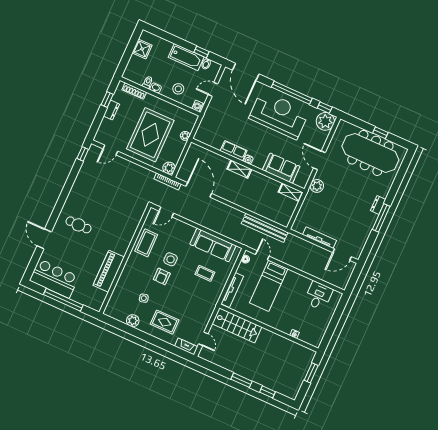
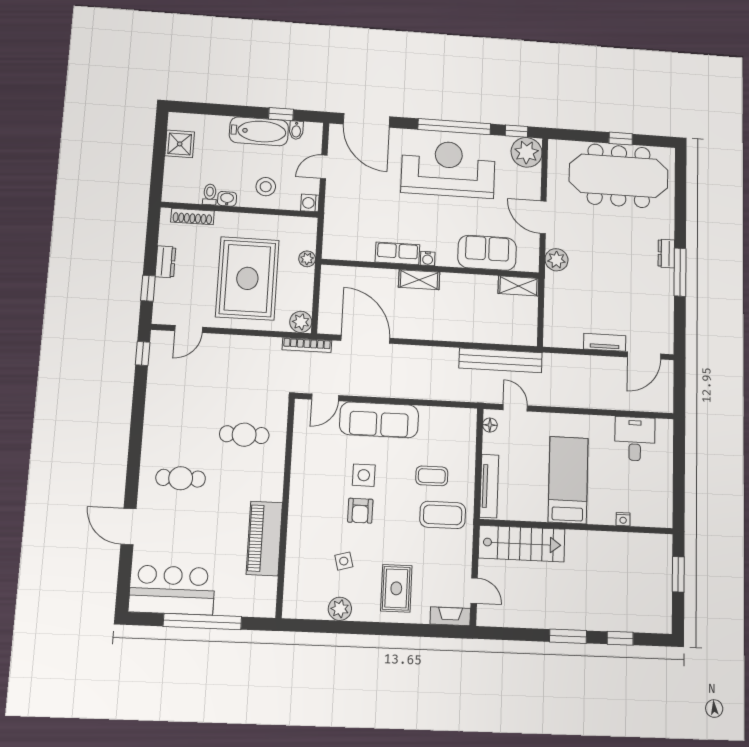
window: (107, 100) -> (148, 288), moved
cafe table: (118, 215) -> (244, 435), added
tv unit: (320, 238) -> (605, 342), width x0.71
coffee table: (146, 243) -> (443, 515), moved, turned 90
sofa: (213, 245) -> (379, 420), moved
bed: (269, 286) -> (568, 480), moved, turned 180
rug: (165, 322) -> (396, 588), turned 90

